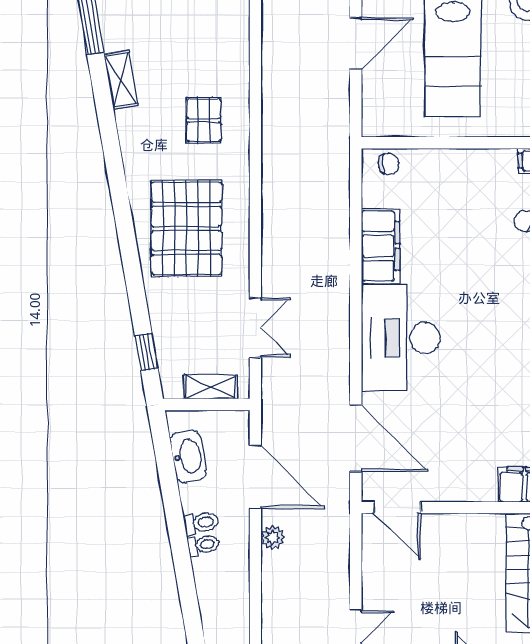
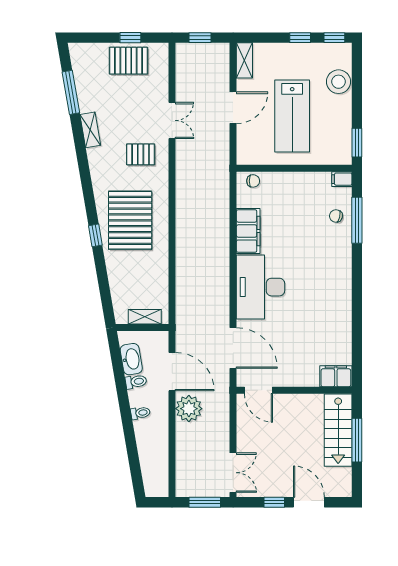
pallet: (204, 120) -> (141, 154), turned 90
double door: (255, 328) -> (172, 120), moved
window: (146, 352) -> (95, 235), moved
toilet: (201, 523) -> (136, 382), moved
plant: (273, 538) -> (189, 409), width x1.88, depth x1.88

